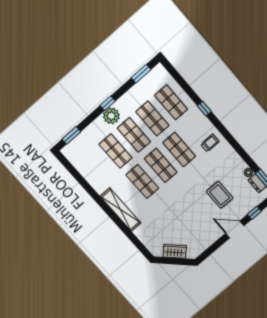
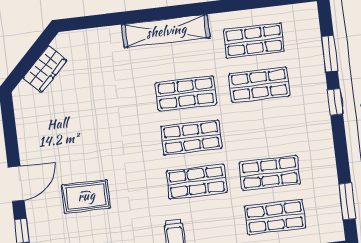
window: (108, 103) -> (335, 102), moved
plant: (111, 116) -> (315, 115), removed
window: (71, 135) -> (329, 54), moved
shop shelf: (134, 135) -> (254, 41), moved

